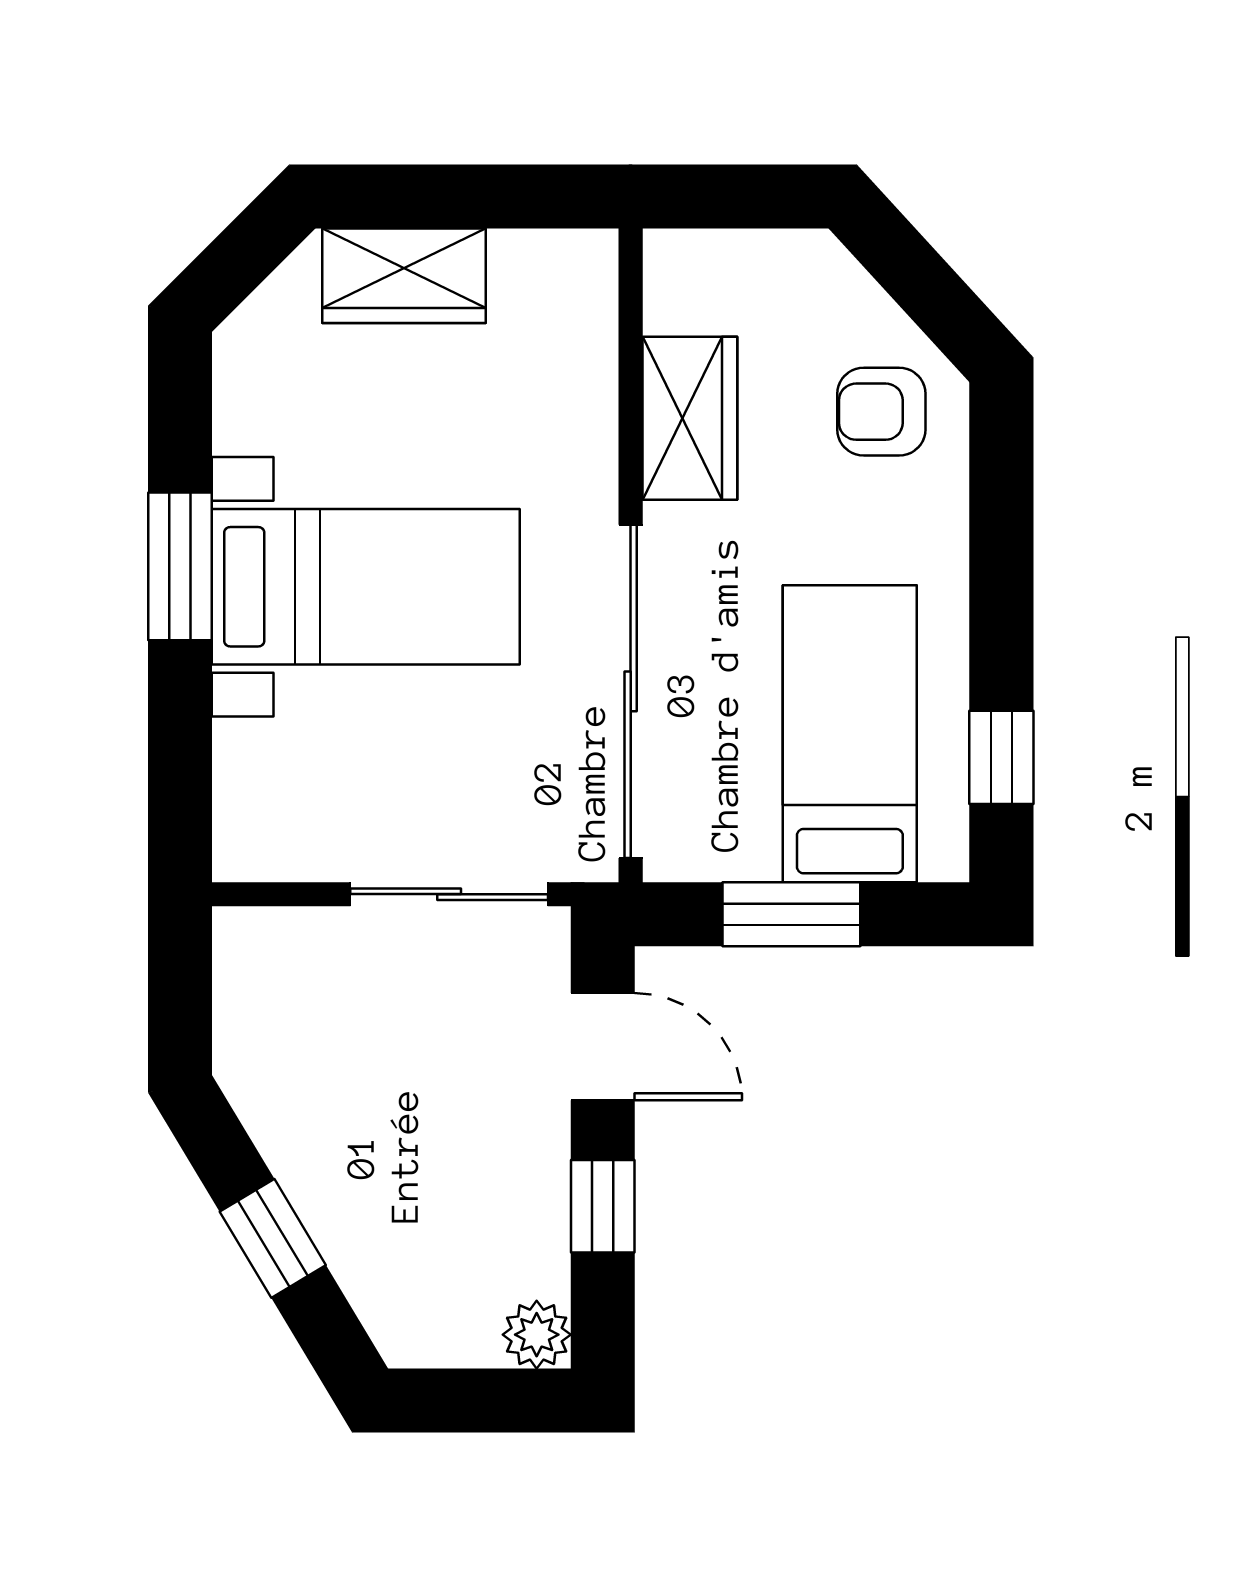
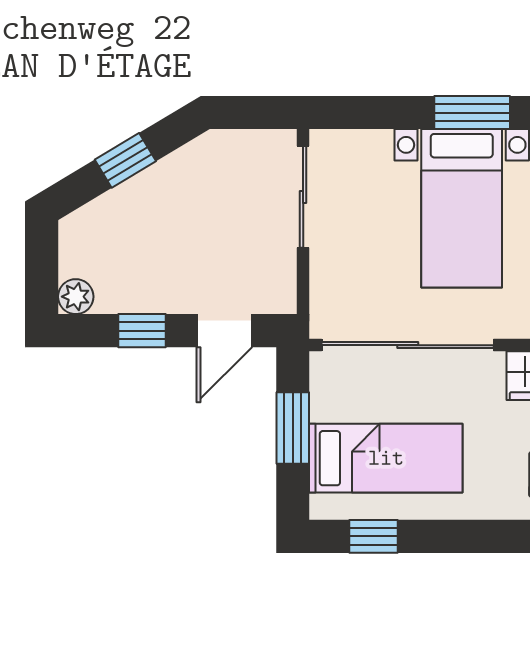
sliding door: (449, 894) -> (303, 197), moved

